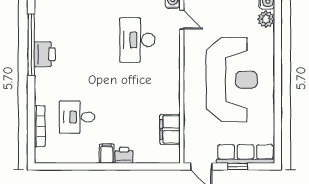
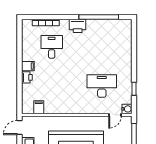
printer: (45, 54) -> (78, 26), moved
filing cabinet: (170, 129) -> (39, 107), width x0.50

